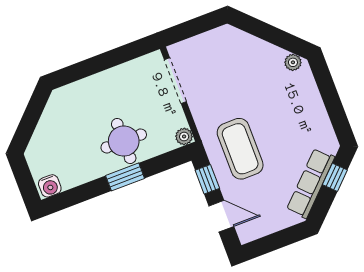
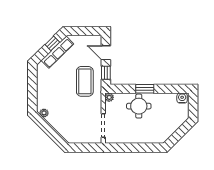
window: (335, 177) -> (52, 43), moved

